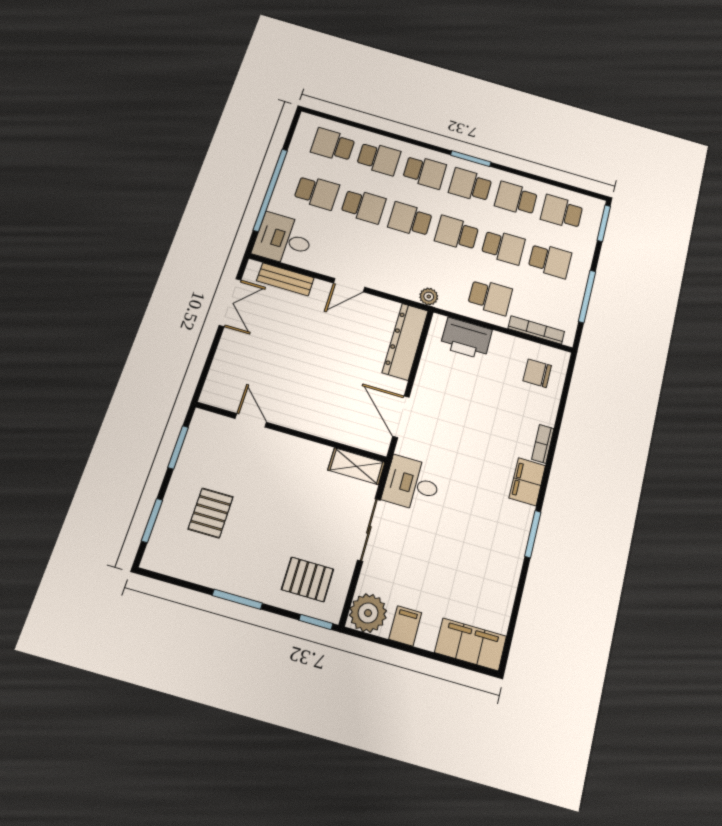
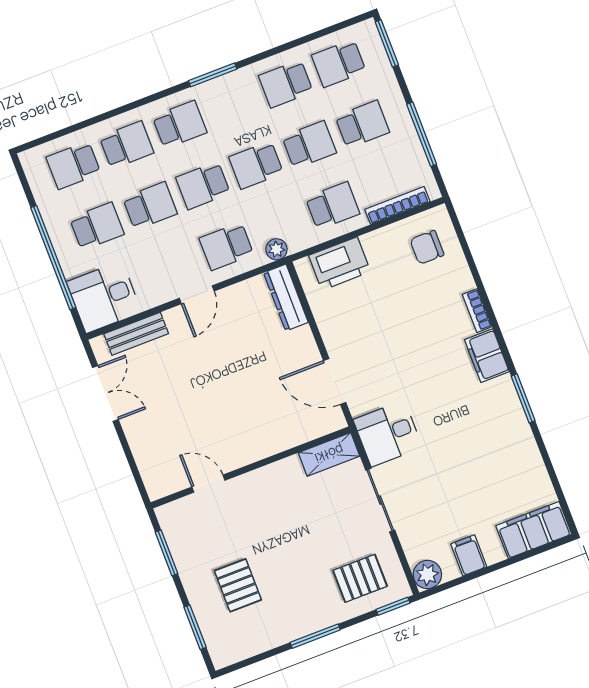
school desk: (470, 185) -> (226, 246), moved
dresser: (405, 341) -> (286, 297), width x0.73, depth x0.80
plant: (368, 613) -> (427, 574), width x0.73, depth x0.73

